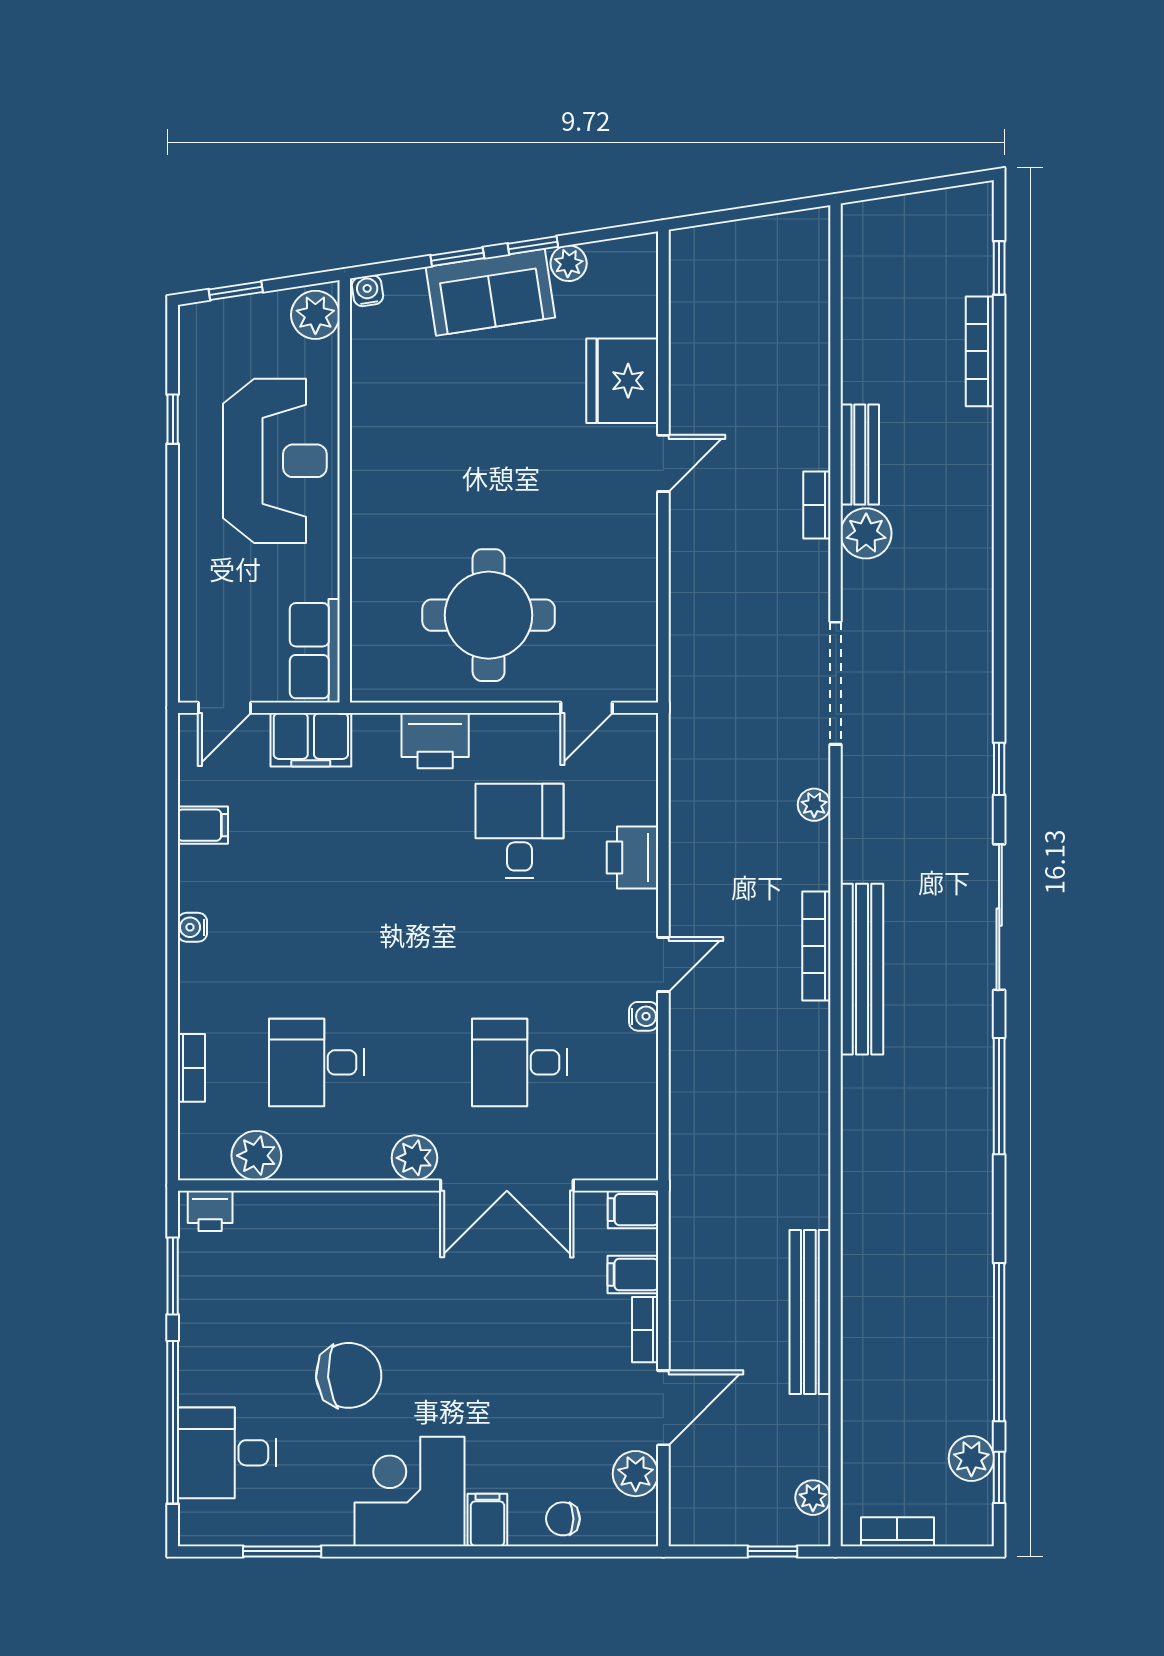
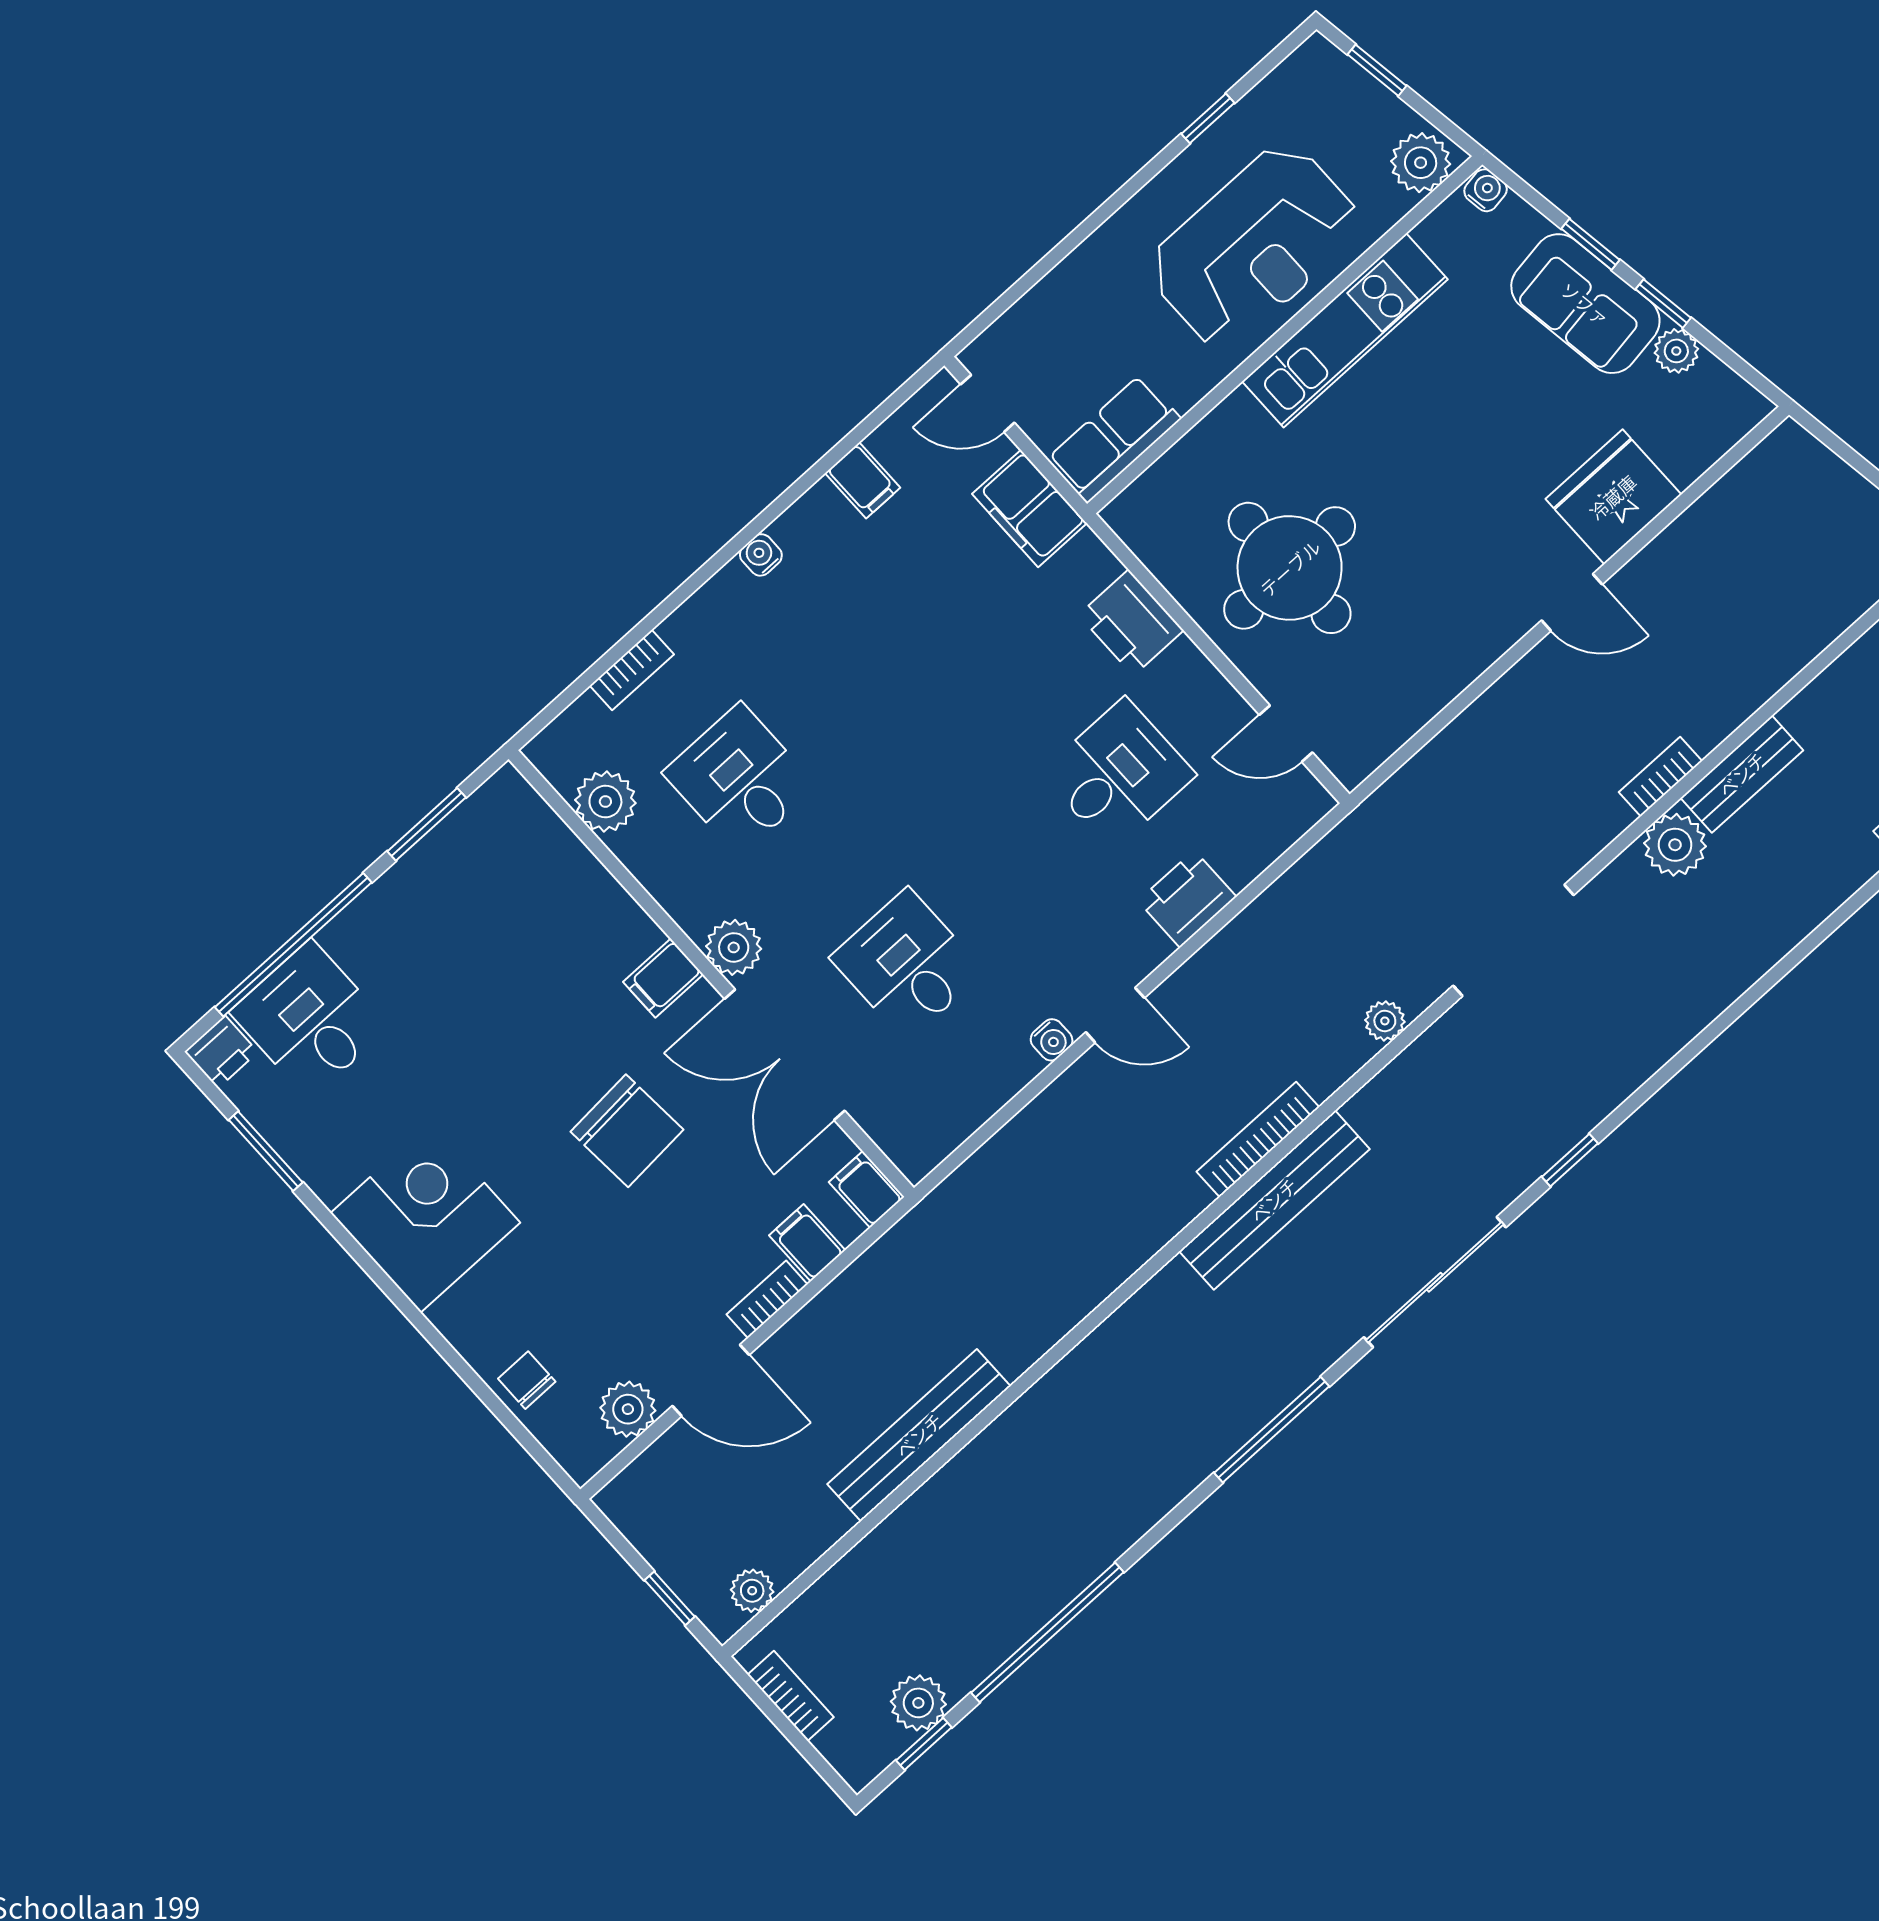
kitchen unit: (375, 452) -> (1345, 330), added
printer: (210, 1211) -> (221, 1052), moved, turned -90
chair: (349, 1375) -> (627, 1131), moved
filing cabinet: (487, 1520) -> (663, 978), moved, turned 180

